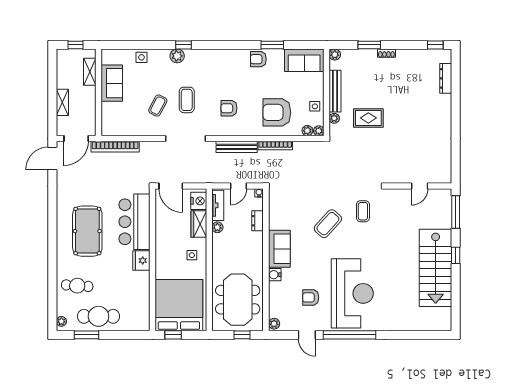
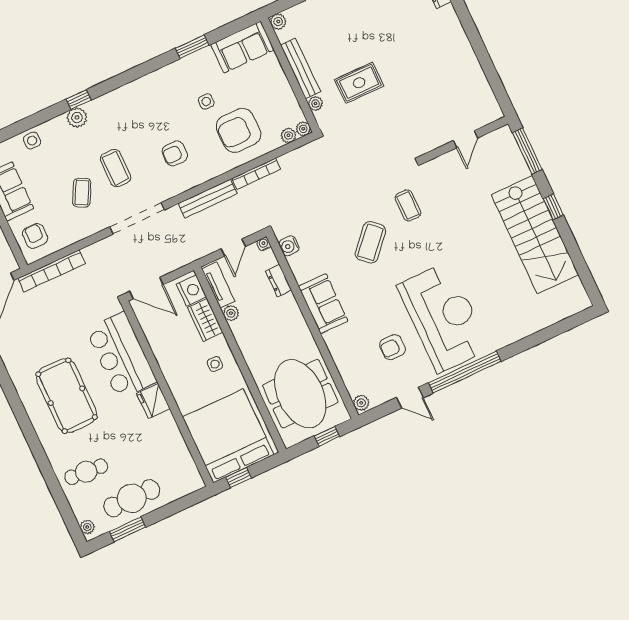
armchair: (258, 59) -> (35, 236), moved, turned 90
side table: (315, 106) -> (206, 101), moved
water cooler: (275, 275) -> (289, 246), moved

